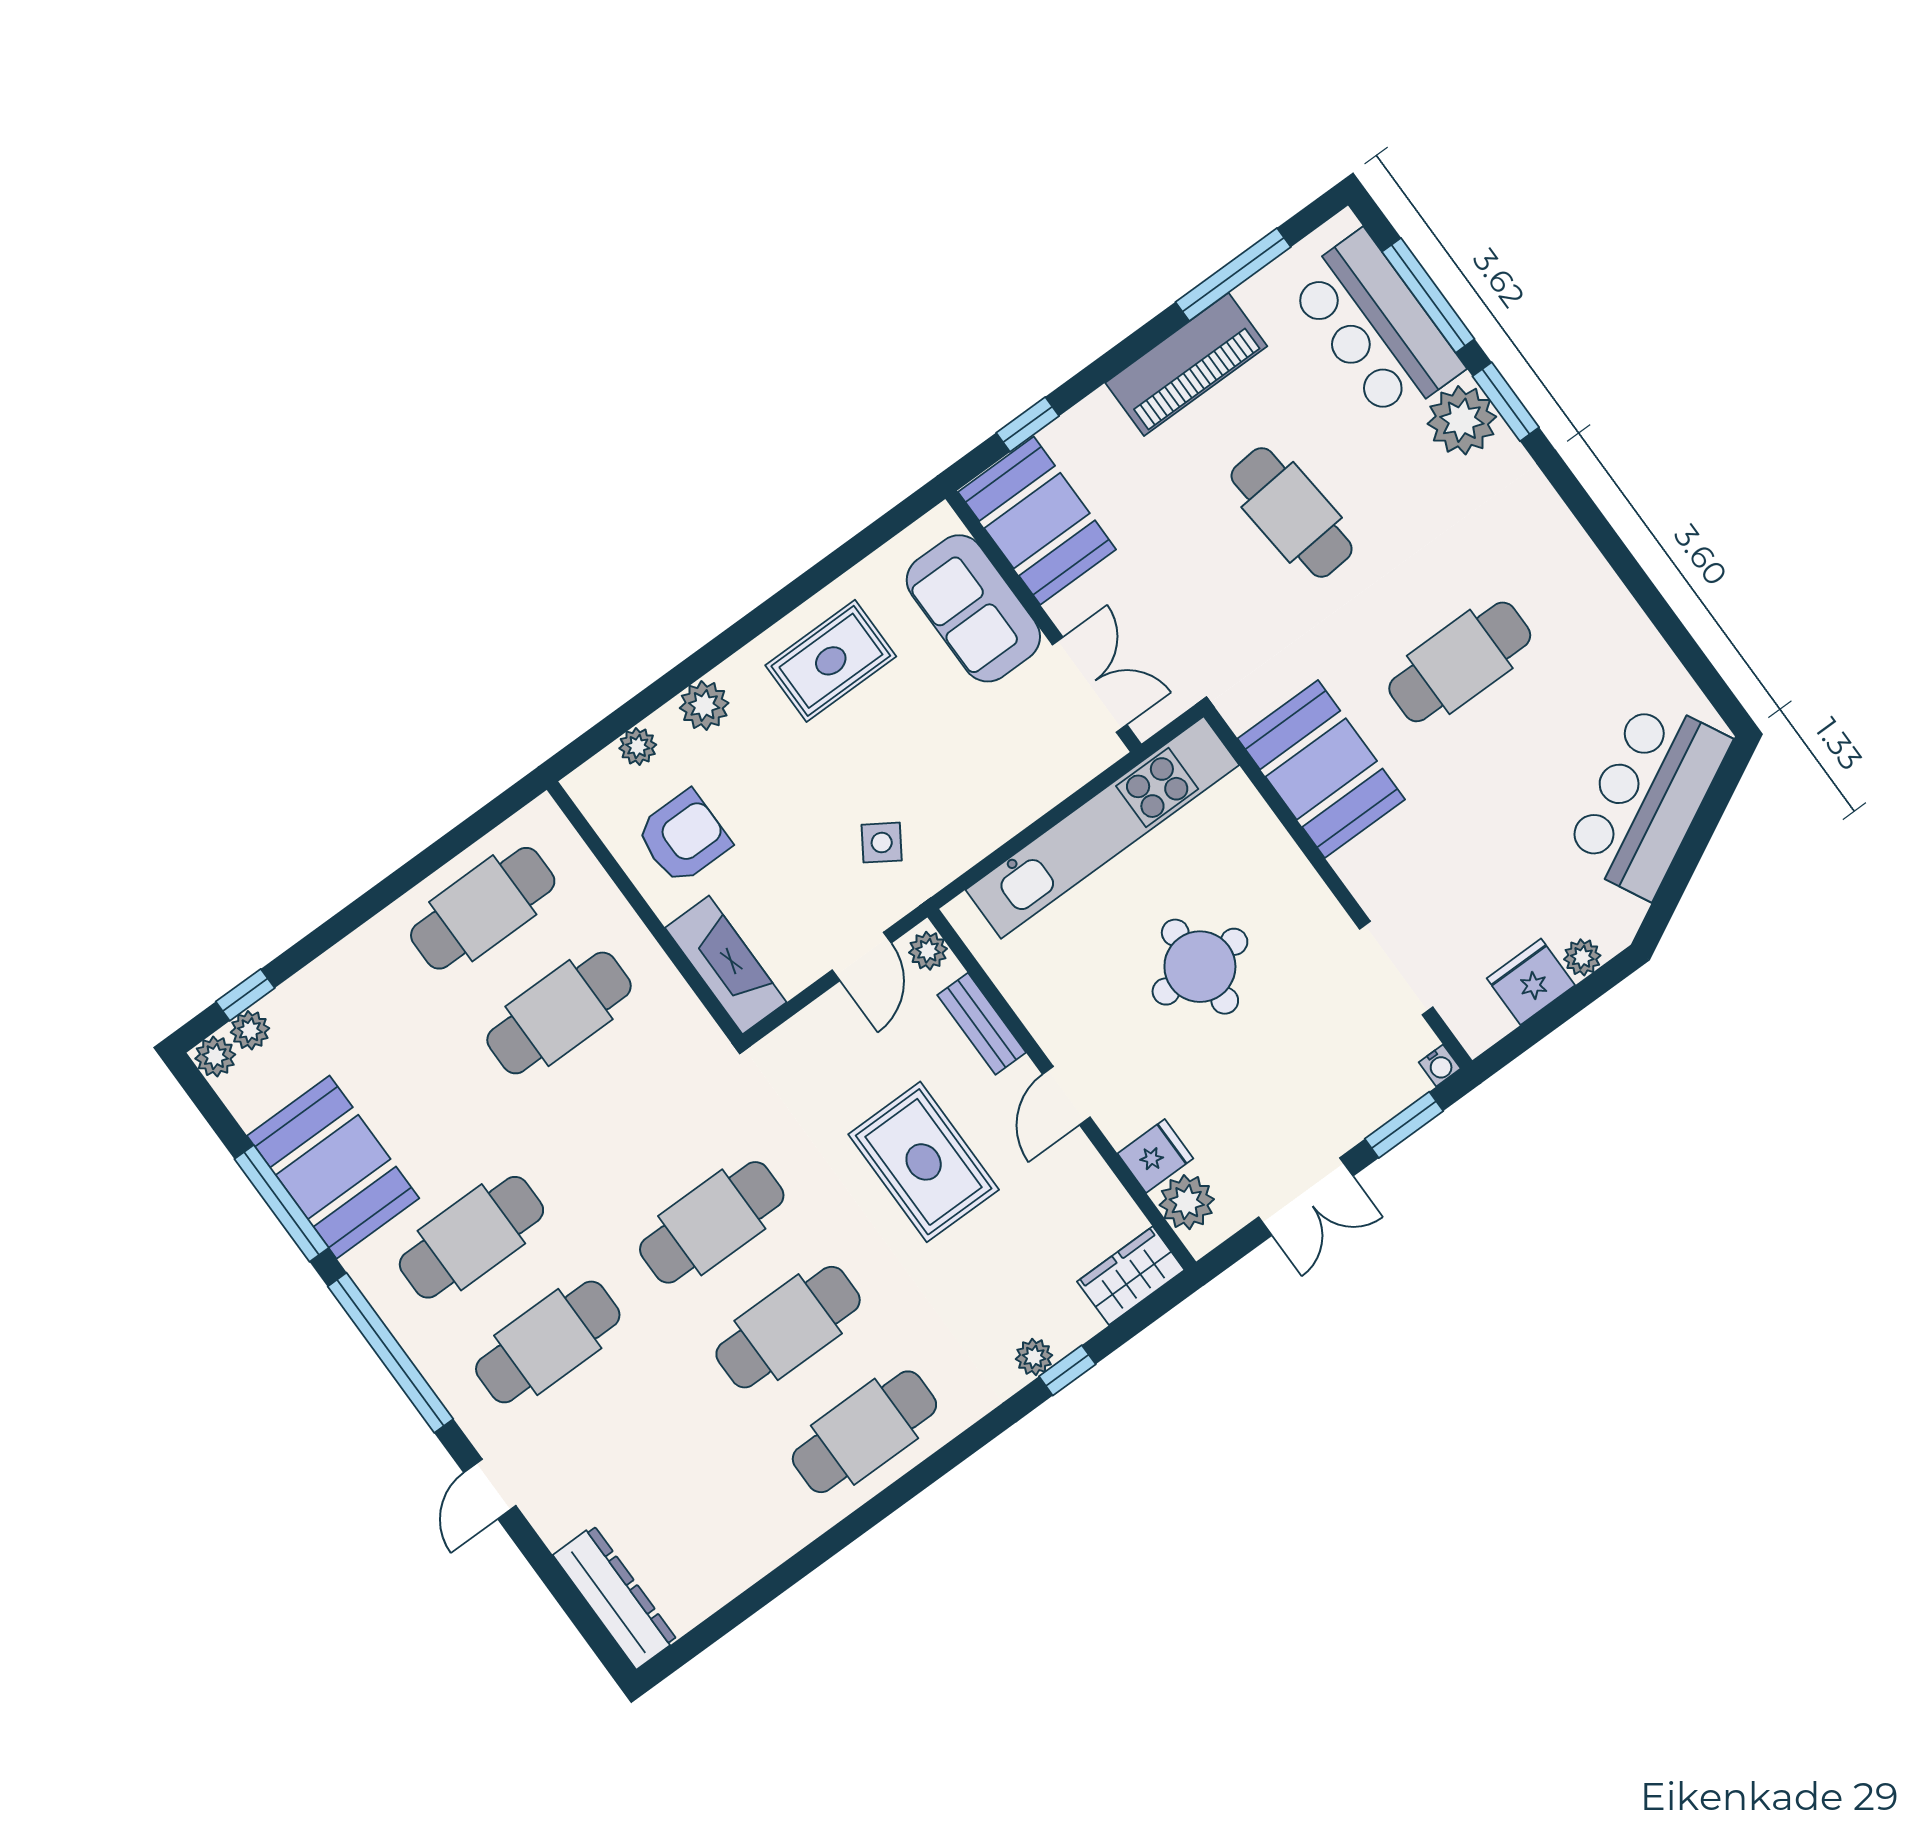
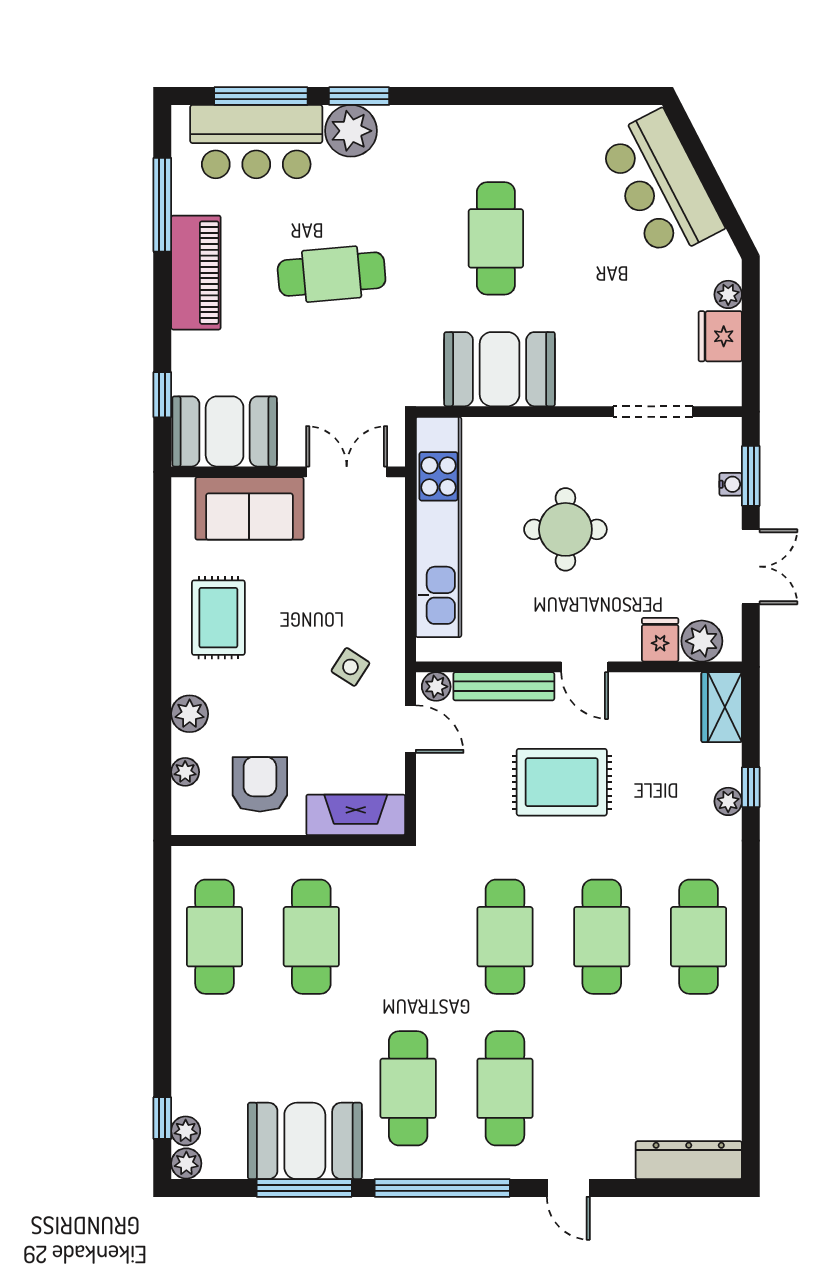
bench: (982, 1024) -> (504, 686), width x1.36
water cooler: (1440, 1065) -> (731, 484), moved

